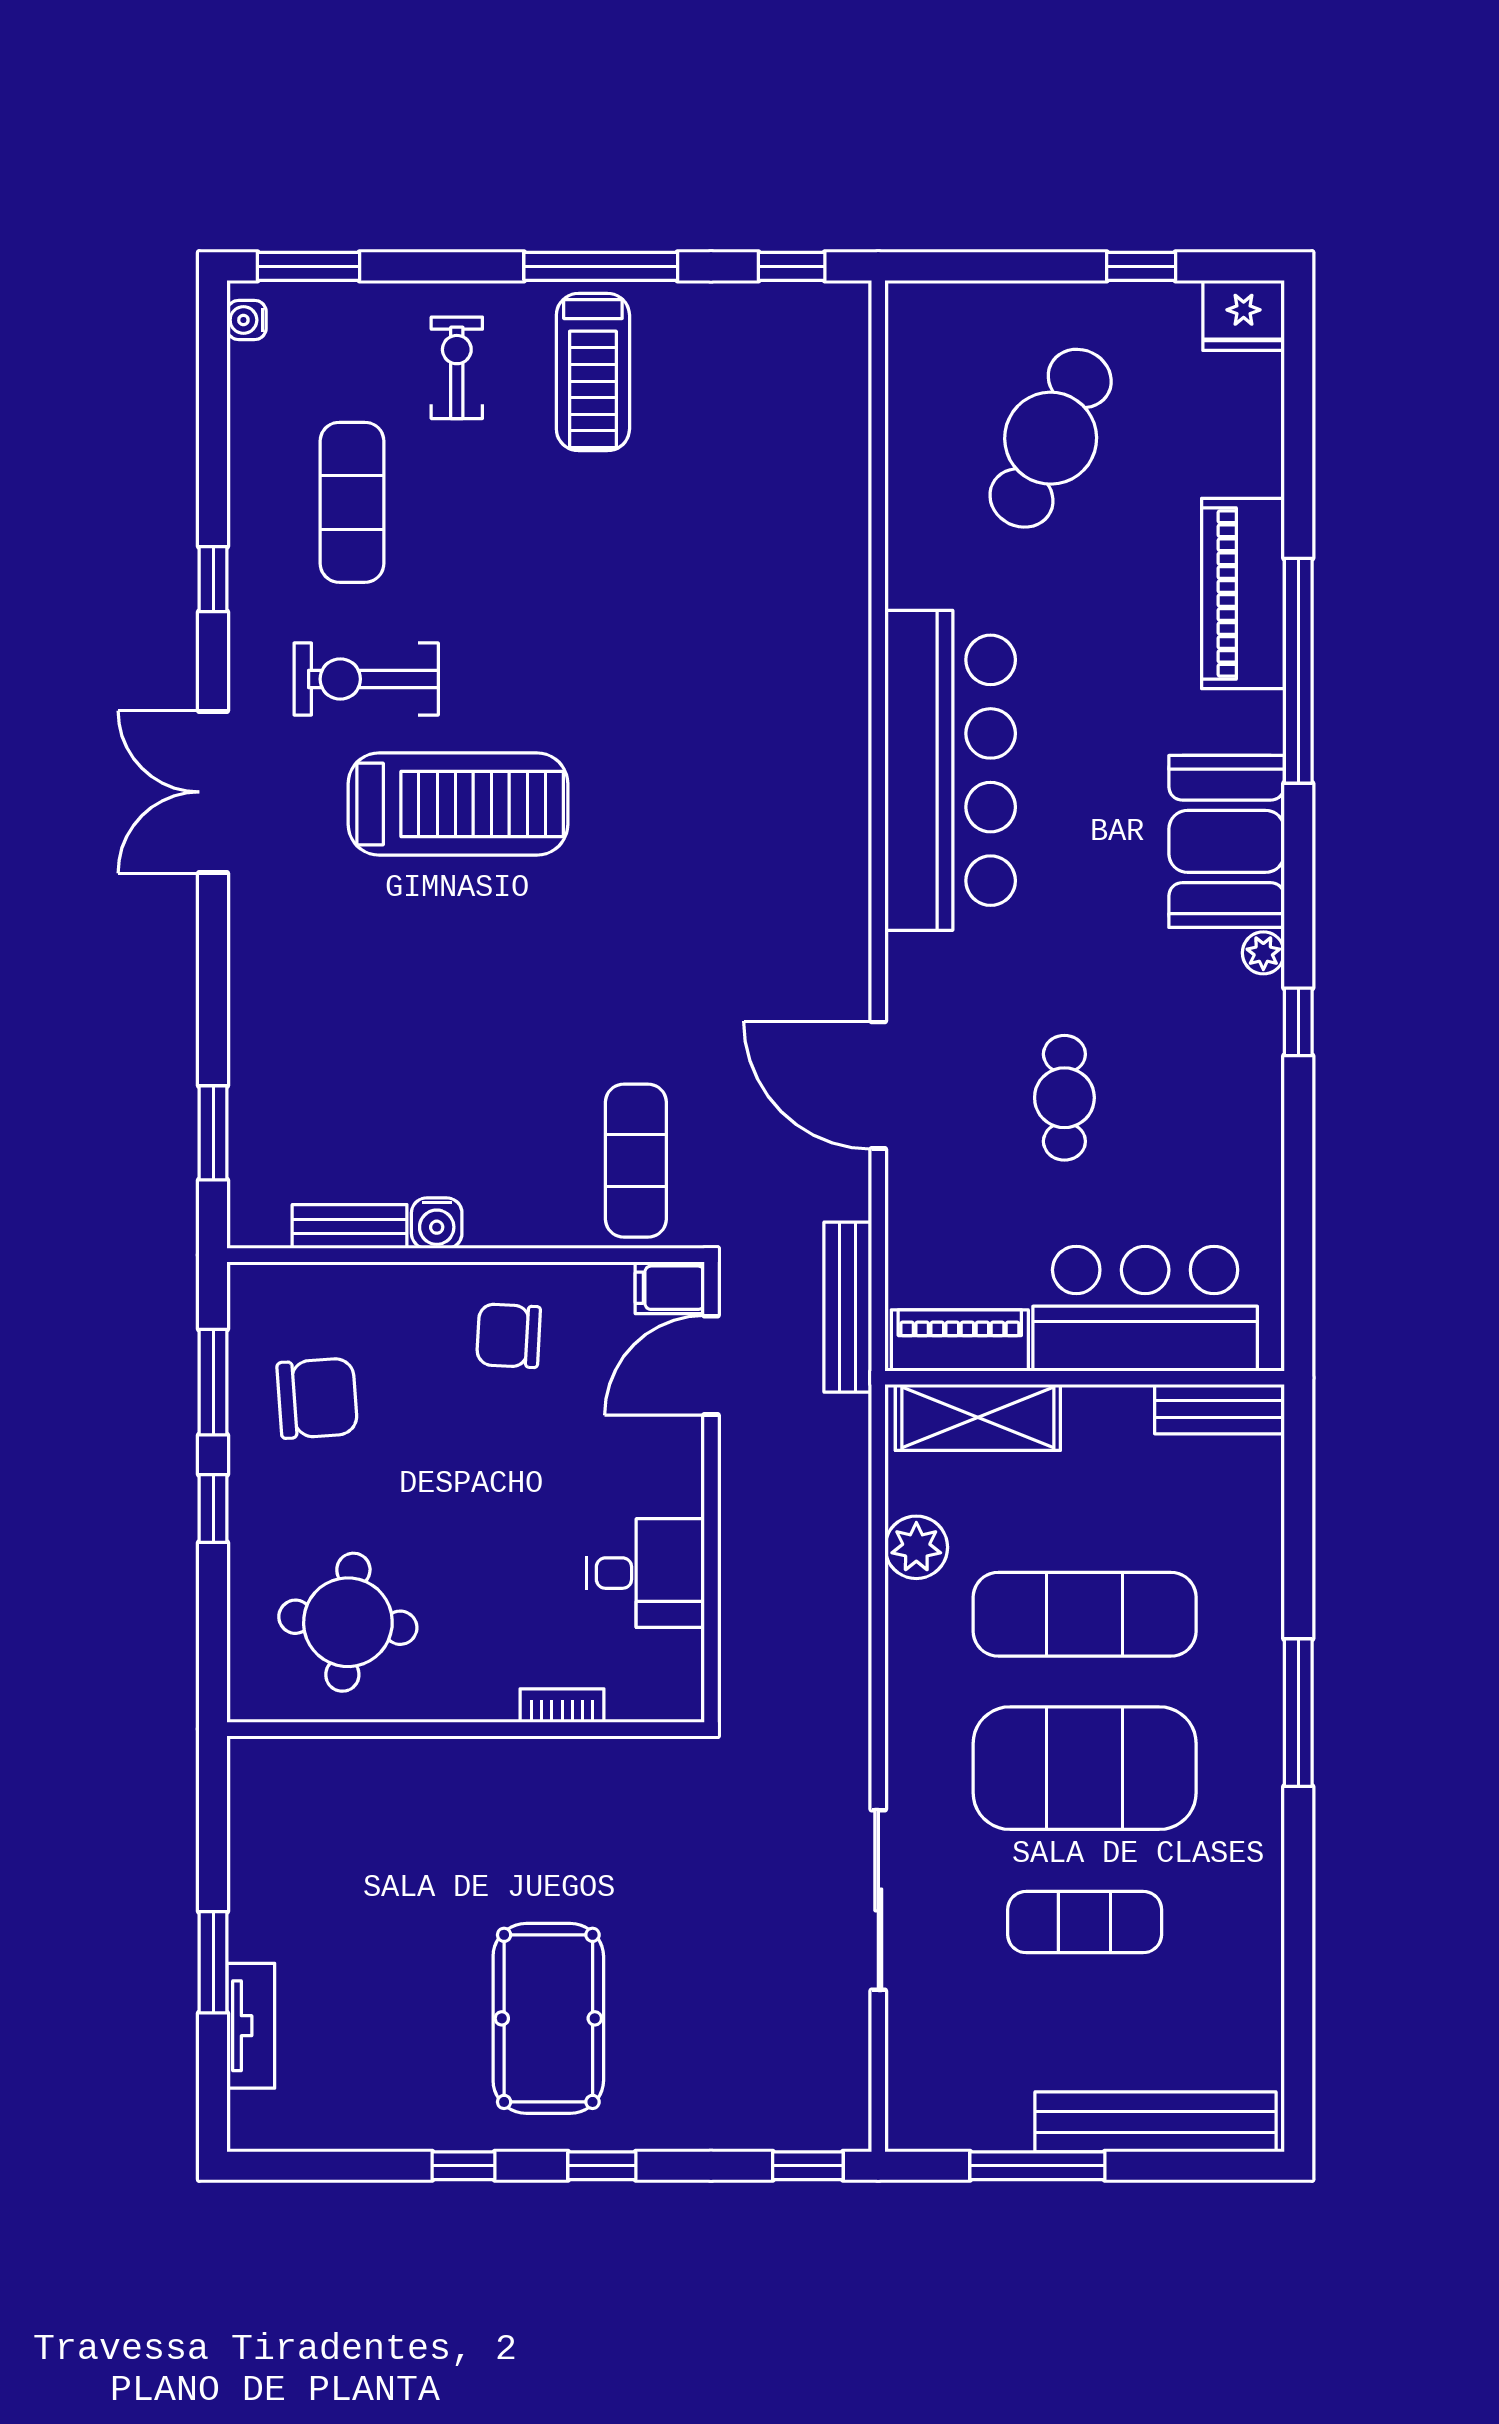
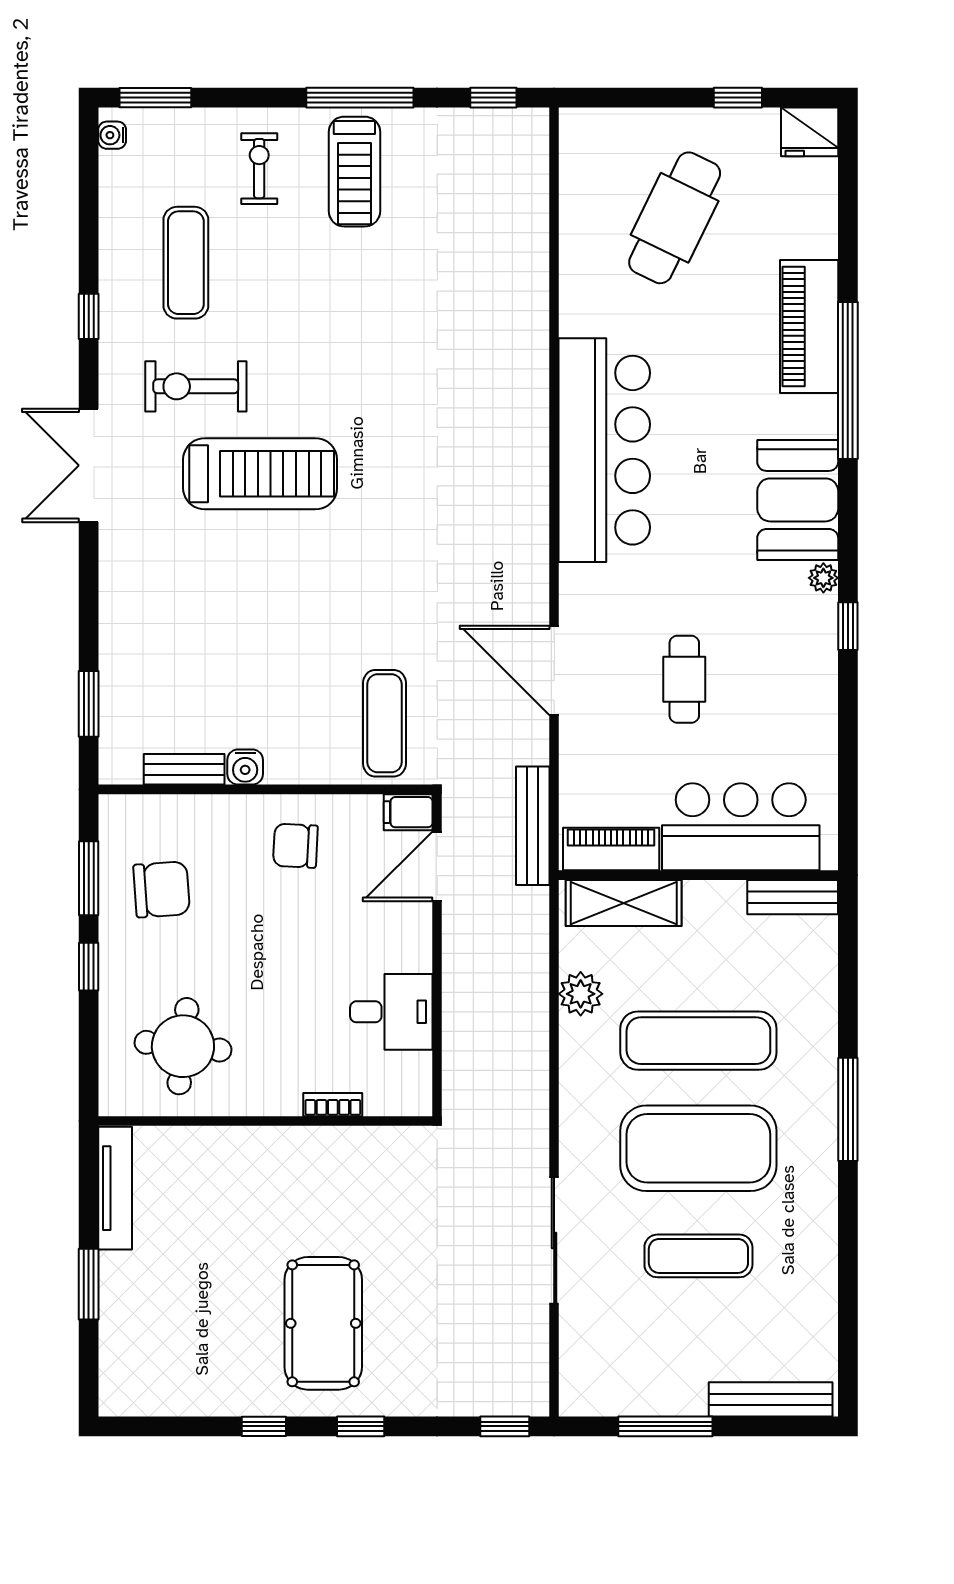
tv unit: (251, 2026) -> (115, 1188), moved, width x1.41
bench: (1156, 2122) -> (771, 1399), width x0.73, depth x0.82

